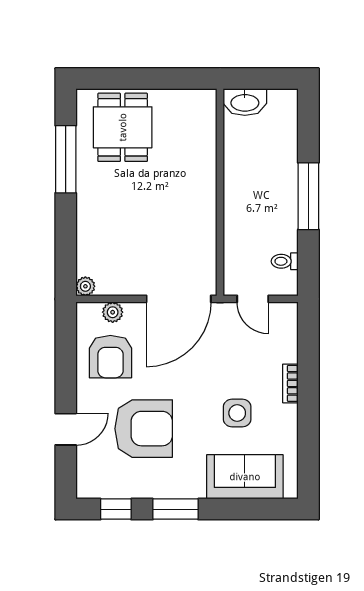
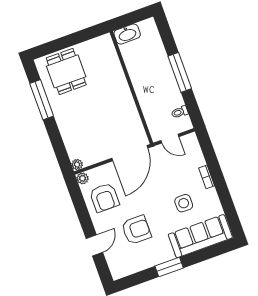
plant: (113, 312) -> (83, 178), moved
armchair: (144, 429) -> (136, 230), width x0.73, depth x0.73
sofa: (245, 477) -> (200, 236), width x1.36
window: (116, 509) -> (137, 279), removed

